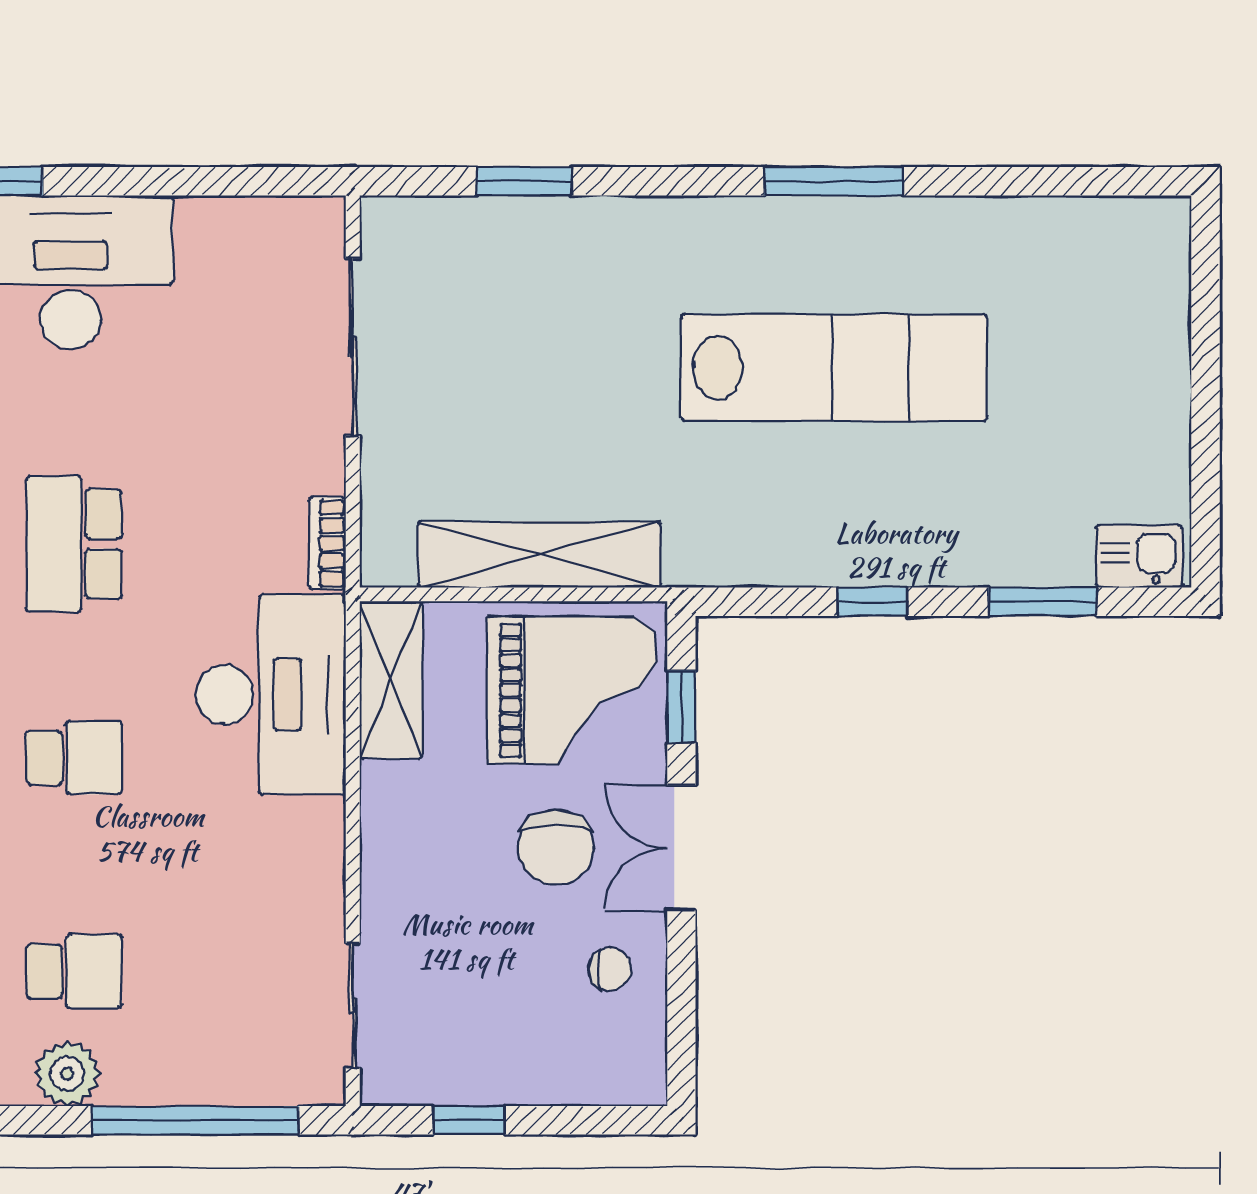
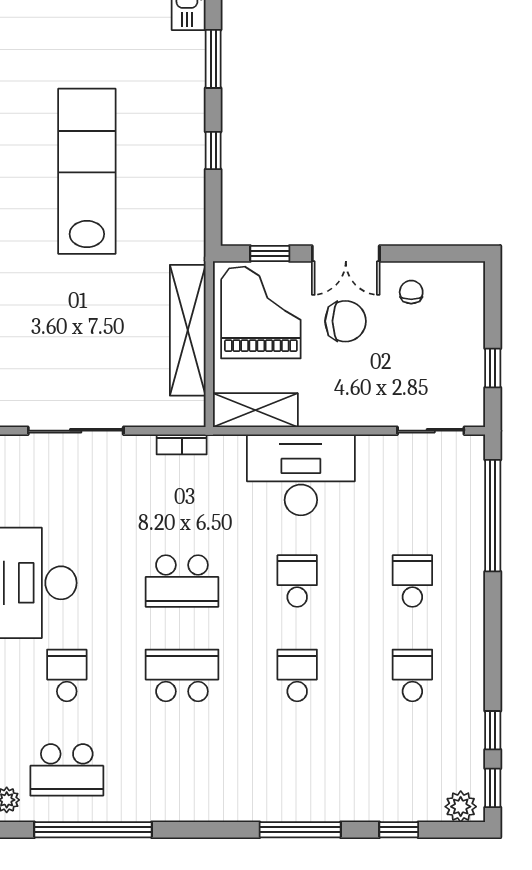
desk: (271, 695) -> (301, 475), moved
plant: (67, 1074) -> (468, 585), removed

